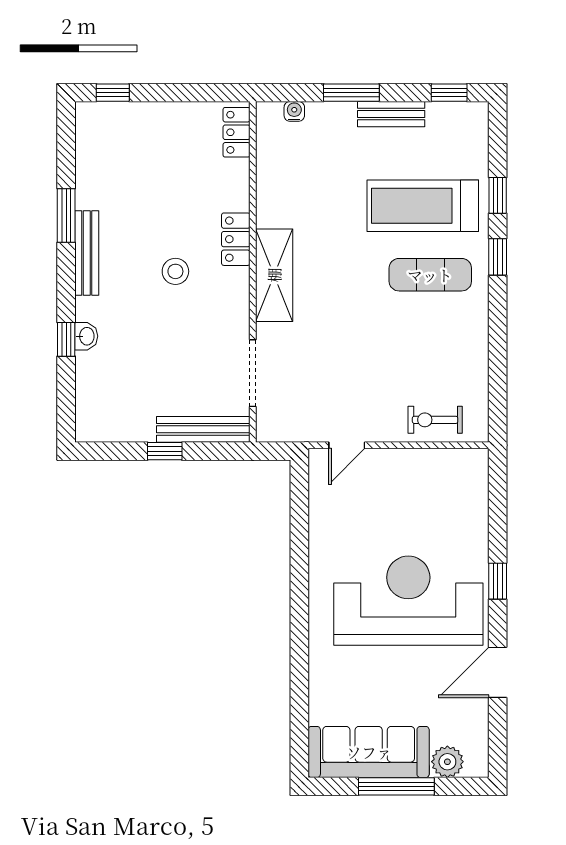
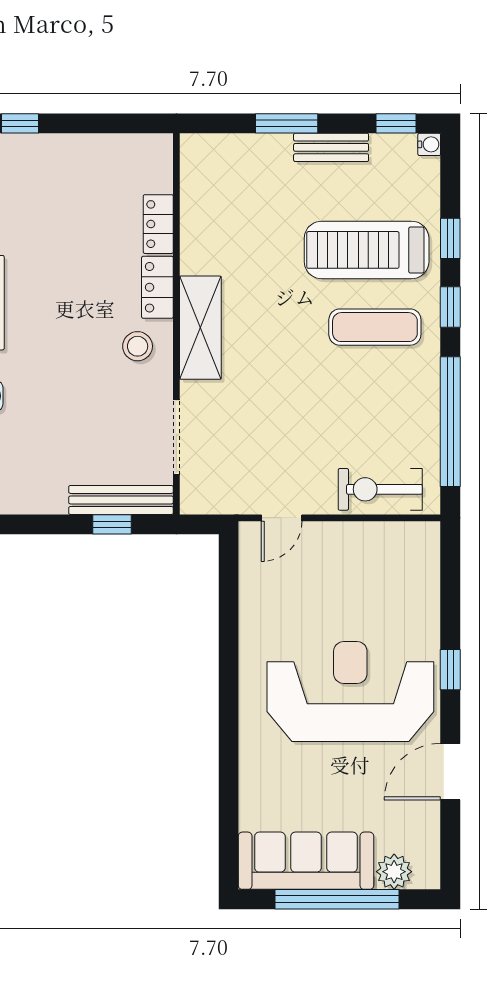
water cooler: (294, 111) -> (429, 144), moved, turned 90
locker: (237, 132) -> (158, 224), moved
stool: (175, 271) -> (138, 346), moved
window: (498, 359) -> (450, 422), added
exercise bike: (435, 420) -> (380, 489), width x1.38, depth x1.39
window: (165, 451) -> (112, 524), moved
window: (396, 786) -> (337, 899), width x1.46

